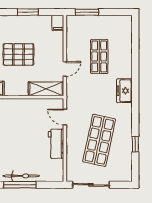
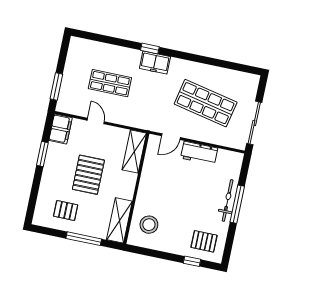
filing cabinet: (58, 23) -> (60, 129), width x2.00
door: (65, 69) -> (96, 121), moved
window: (135, 144) -> (150, 49), moved

